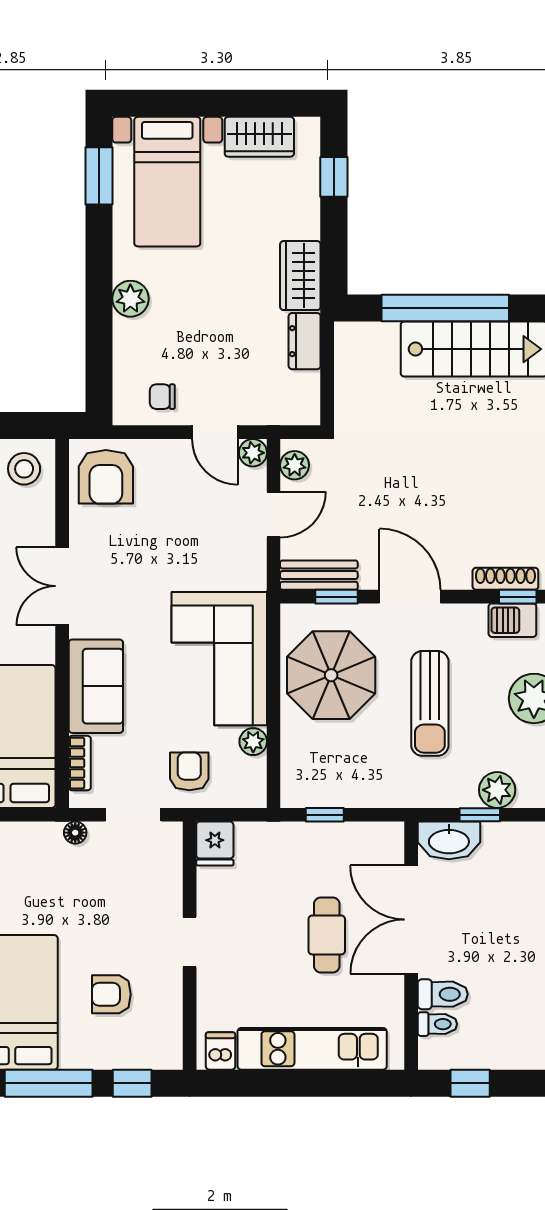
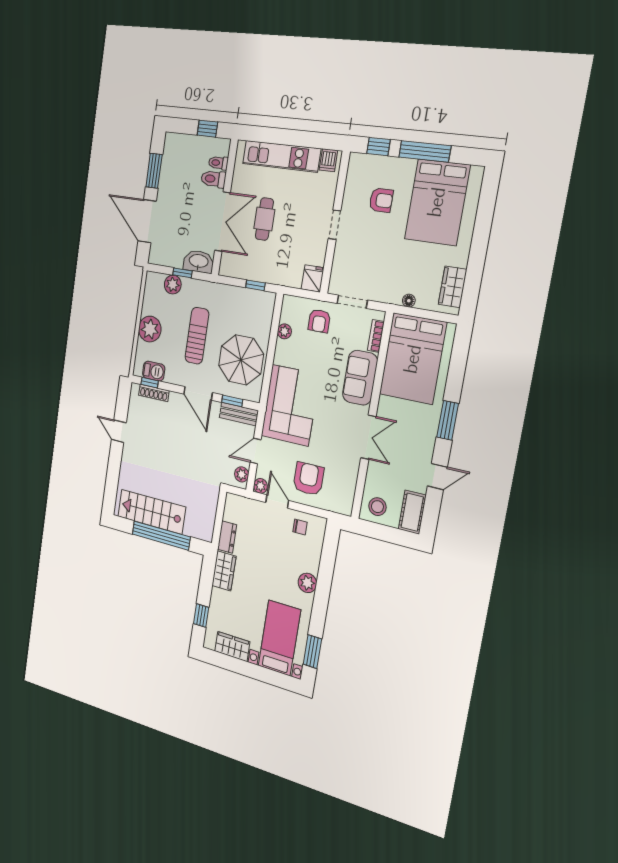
armchair: (106, 477) -> (308, 479), moved
corner sofa: (219, 659) -> (290, 405), moved
floor lamp: (75, 833) -> (409, 301), moved

